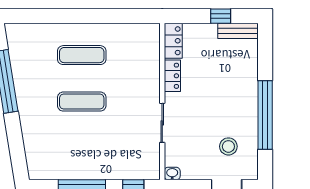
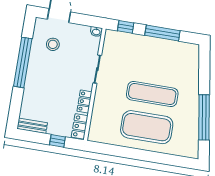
window: (221, 16) -> (57, 141), moved
exercise mat: (82, 55) -> (147, 127), width x2.00, depth x1.45
exercise mat: (82, 102) -> (152, 94), width x1.36, depth x1.45

